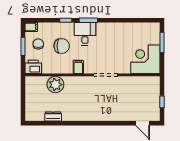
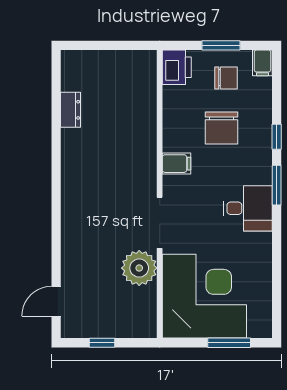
desk: (85, 34) -> (248, 208), moved
corner desk: (145, 59) -> (204, 296), width x1.36, depth x1.36
plant: (55, 85) -> (139, 268), moved

